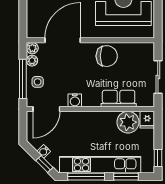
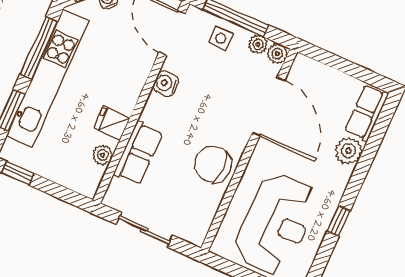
chair: (107, 56) -> (213, 164), turned 90
fridge: (147, 120) -> (112, 123), moved
plant: (128, 122) -> (103, 155), width x0.53, depth x0.53

